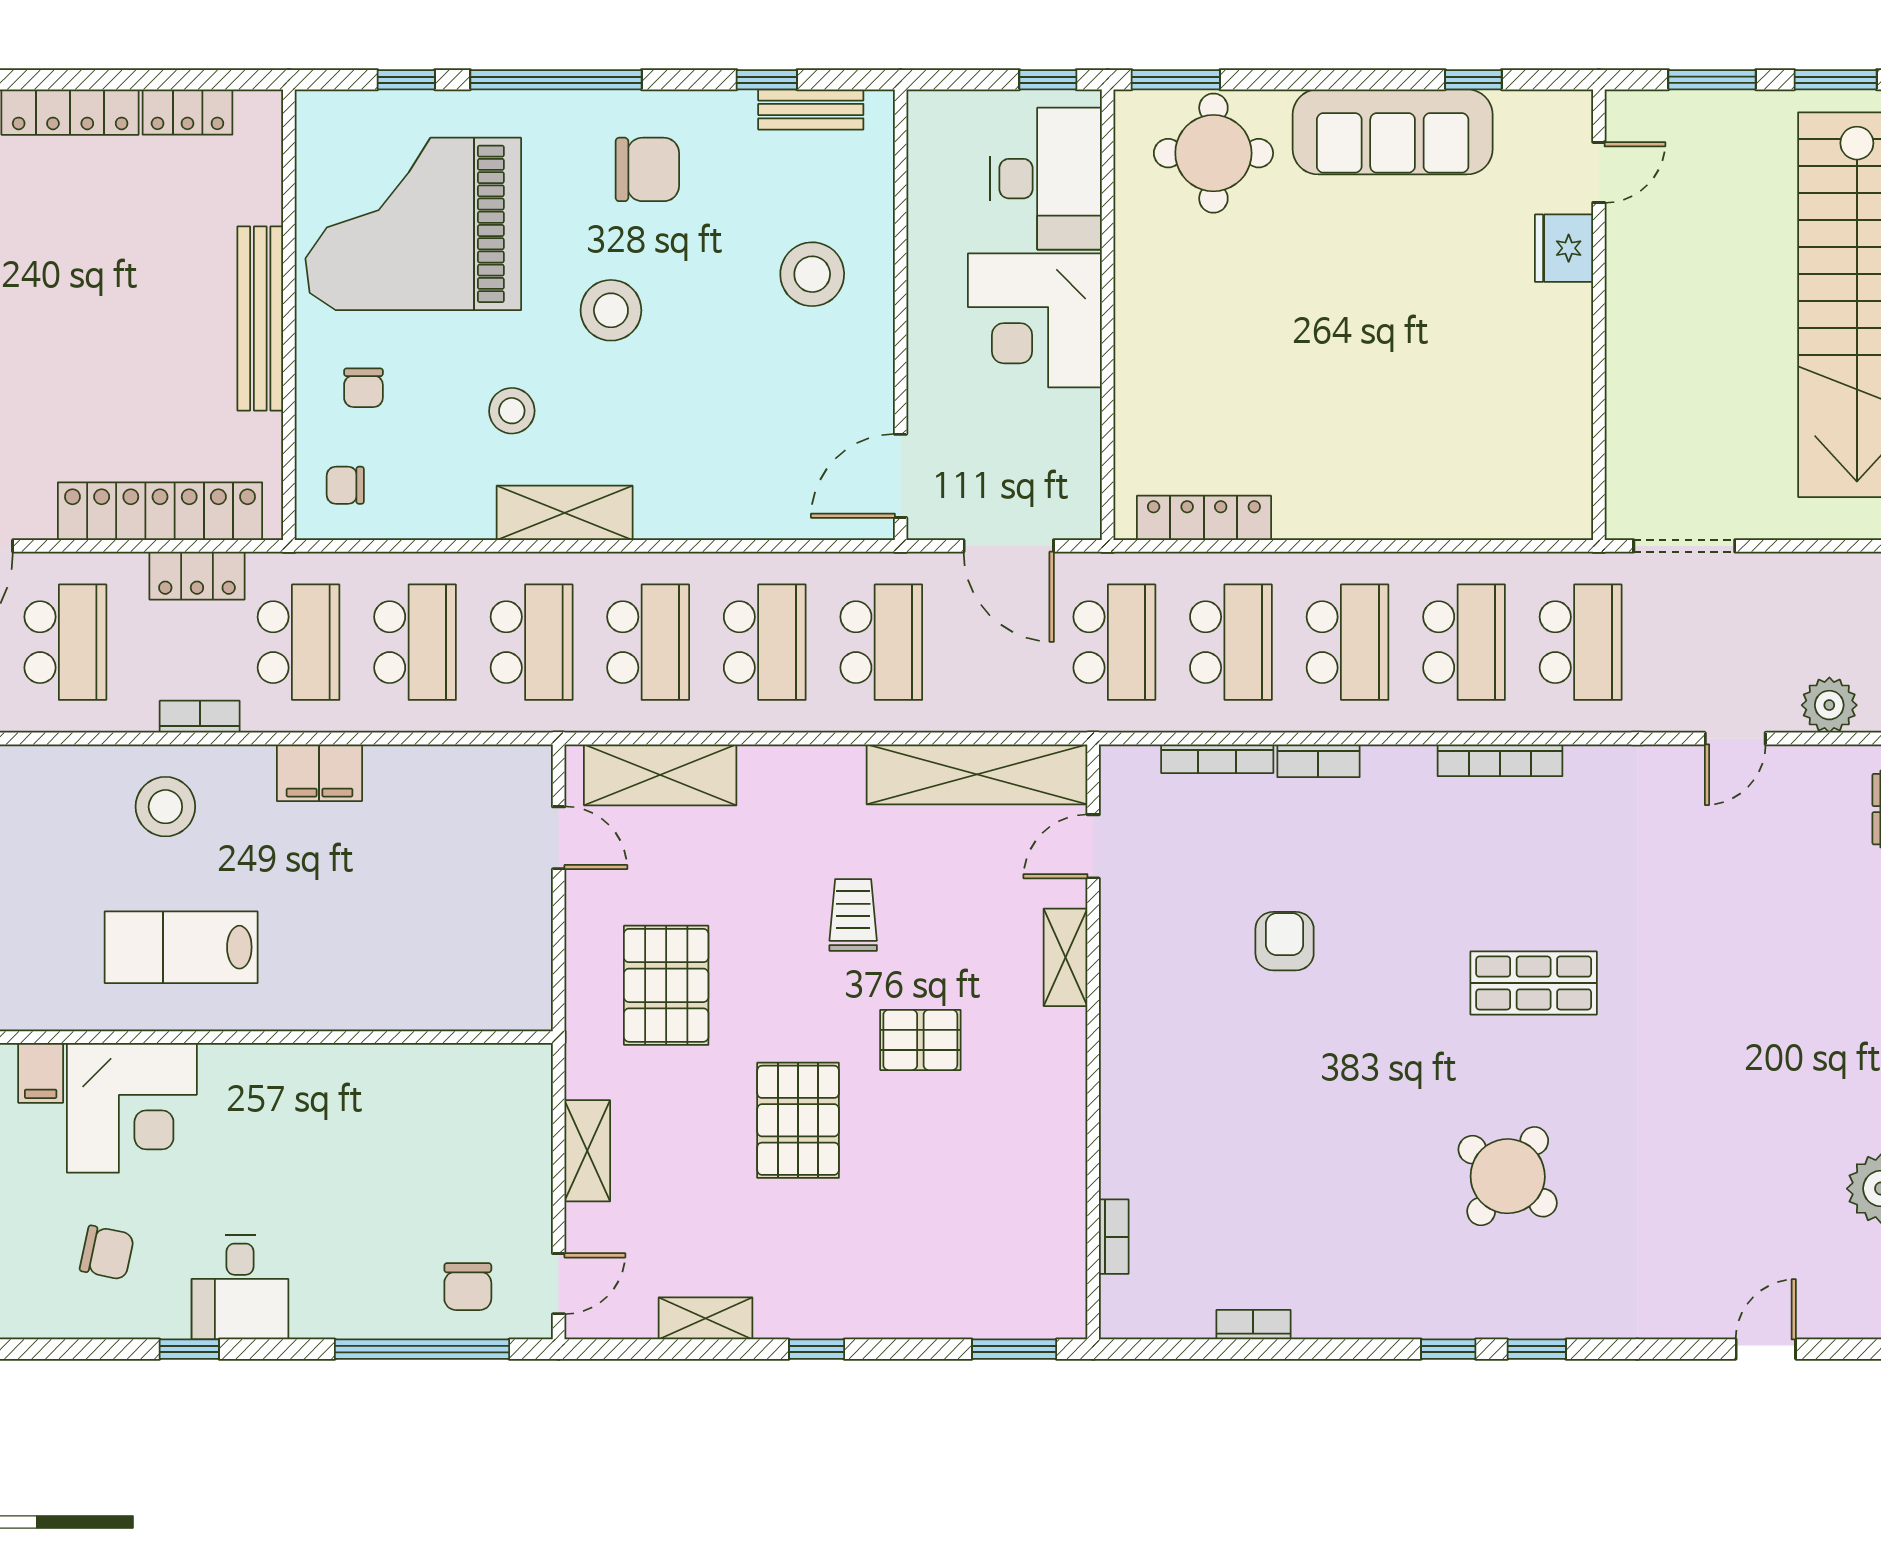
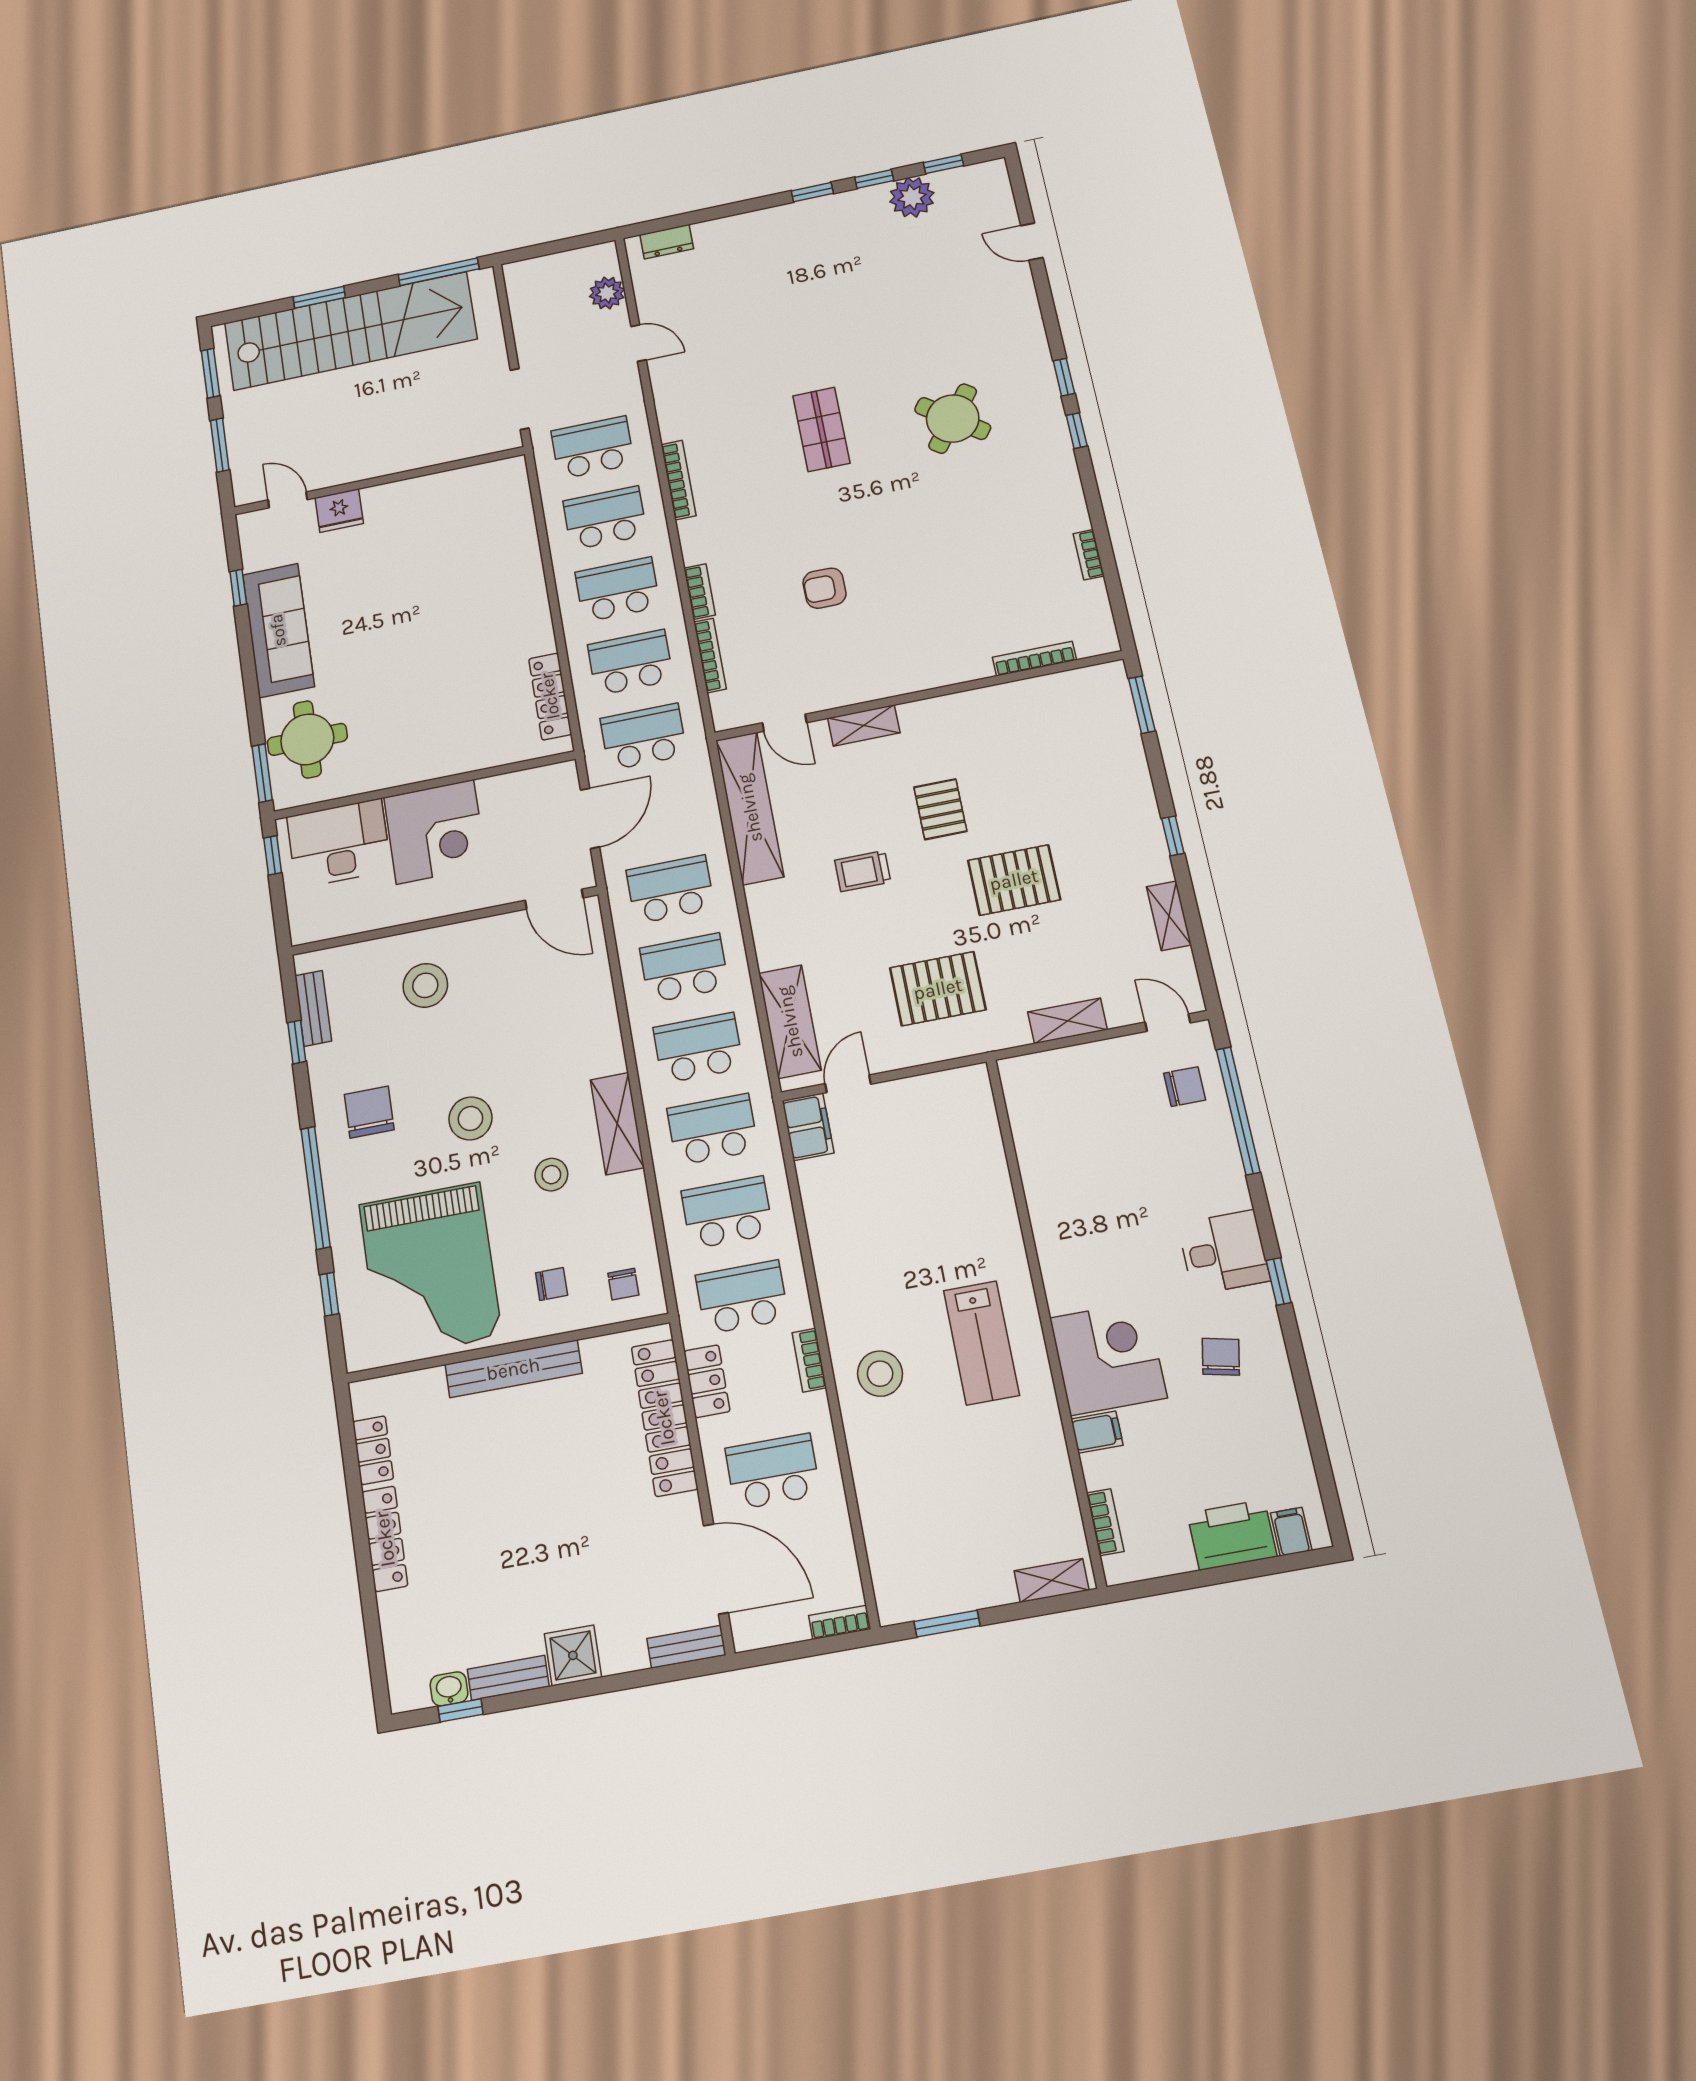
filing cabinet: (319, 773) -> (808, 1127), moved
bookcase: (1114, 1237) -> (1034, 659), width x1.56

